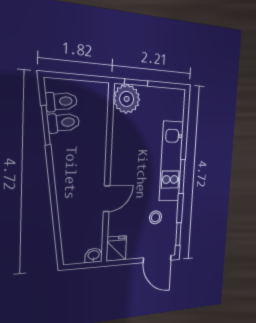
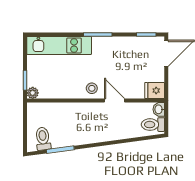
plant: (127, 99) -> (33, 93), width x0.53, depth x0.53
toilet: (64, 123) -> (153, 125), moved, turned -82
kitchen unit: (171, 161) -> (59, 45), moved
stool: (155, 217) -> (92, 88), moved

